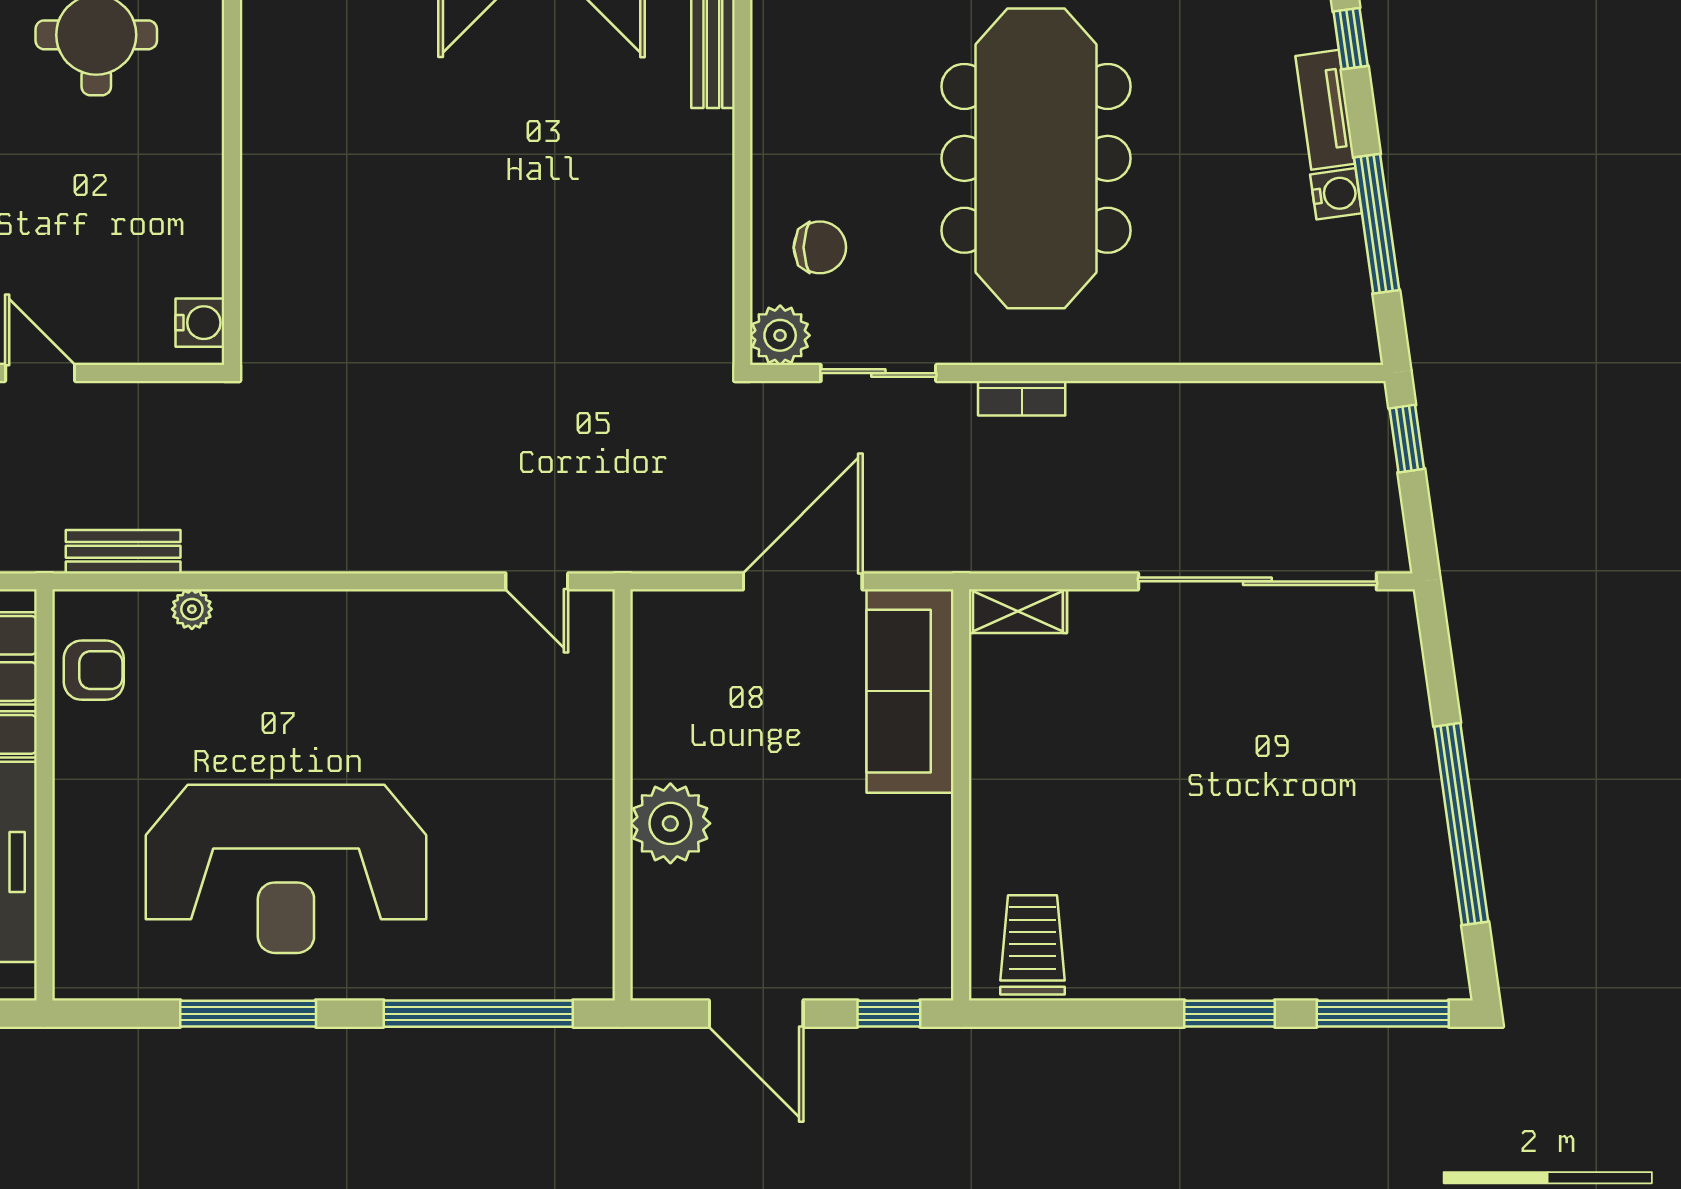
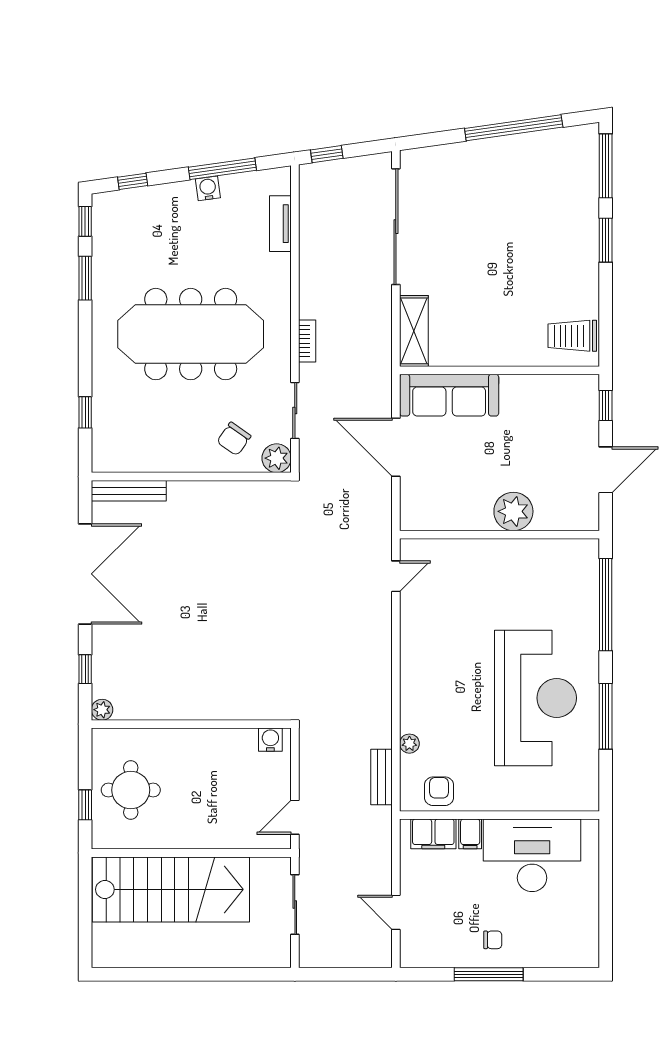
tv unit: (1325, 110) -> (280, 224), moved, turned 98
chair: (820, 247) -> (234, 439), turned -145
shelving: (1018, 611) -> (414, 331), width x1.50, depth x1.33

